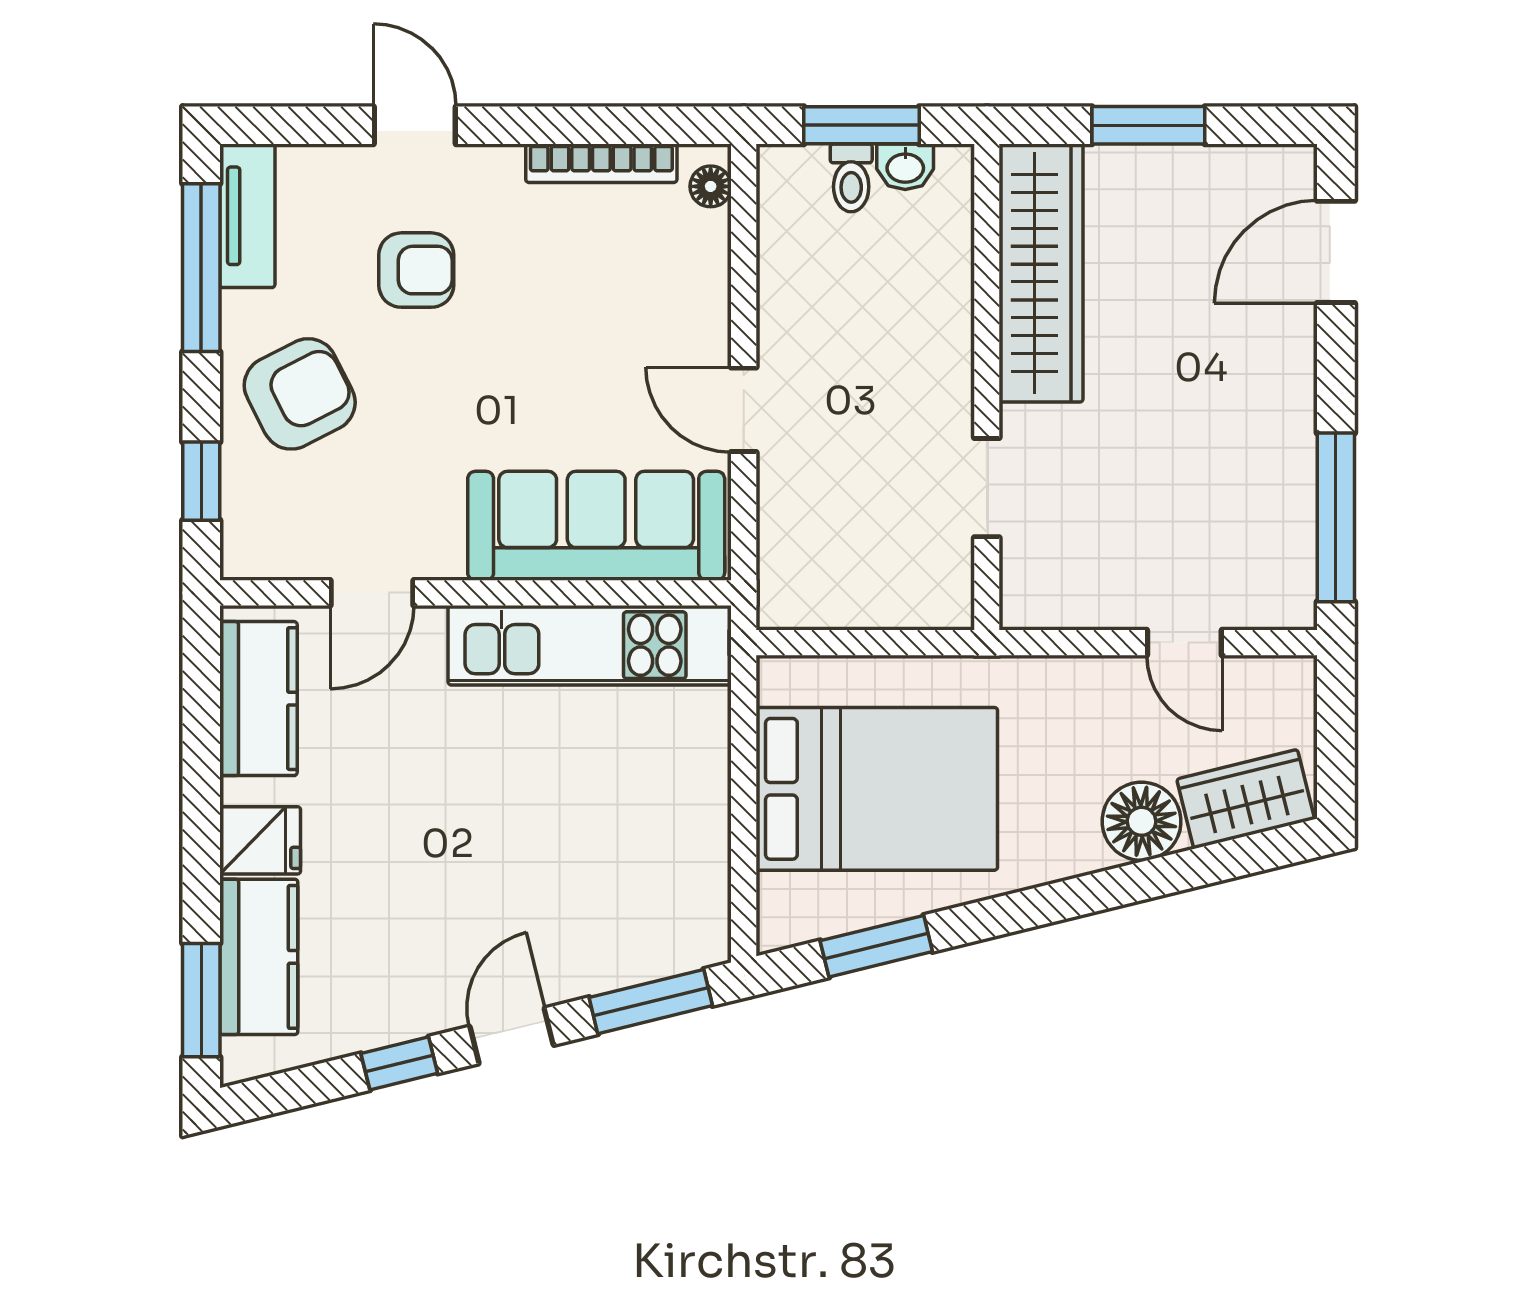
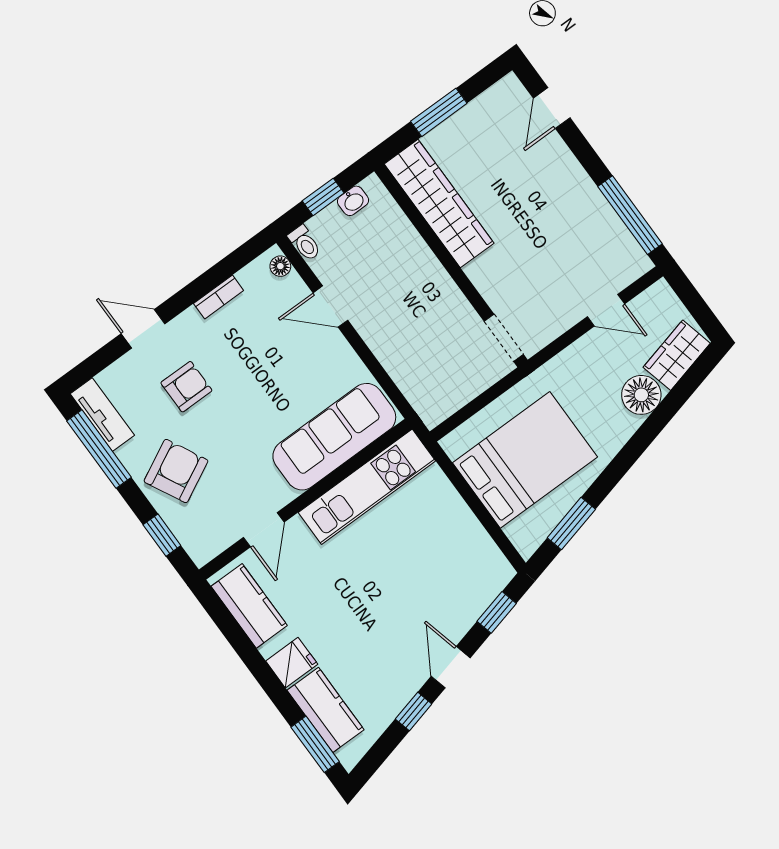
window: (861, 125) -> (323, 197), width x0.67
bookcase: (601, 163) -> (219, 297), width x0.64
toilet: (851, 178) -> (305, 243), moved
door: (1336, 252) -> (552, 108), width x0.73
door: (744, 410) -> (330, 307), moved
doorway: (987, 488) -> (504, 338), moved
window: (651, 1002) -> (497, 612), width x0.67

